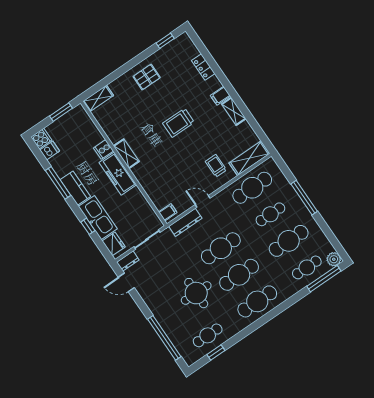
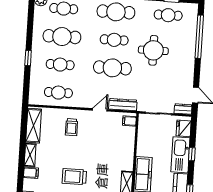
trolley: (178, 123) -> (74, 177), turned 180
shelving: (249, 158) -> (34, 126), moved, turned 90
cafe table: (252, 188) -> (58, 93), width x0.73, depth x0.74
window: (304, 198) -> (28, 58), width x0.46
door: (203, 201) -> (100, 110), swing flipped
cafe table: (239, 275) -> (114, 40), width x0.73, depth x0.74

